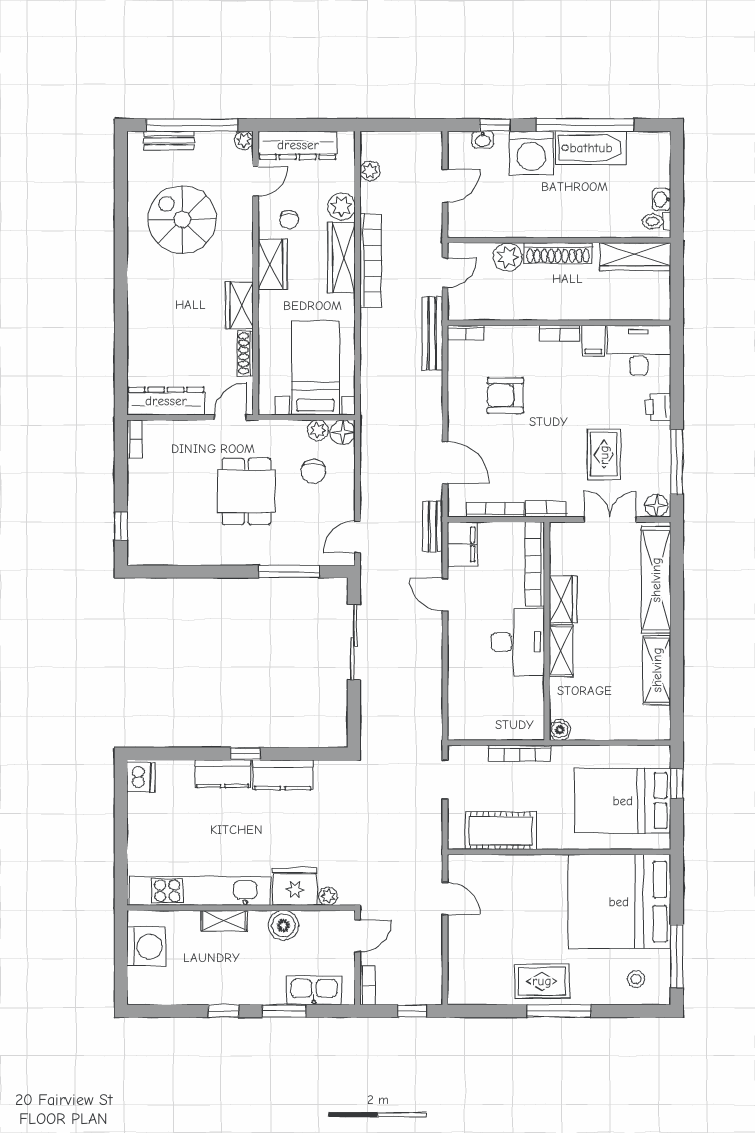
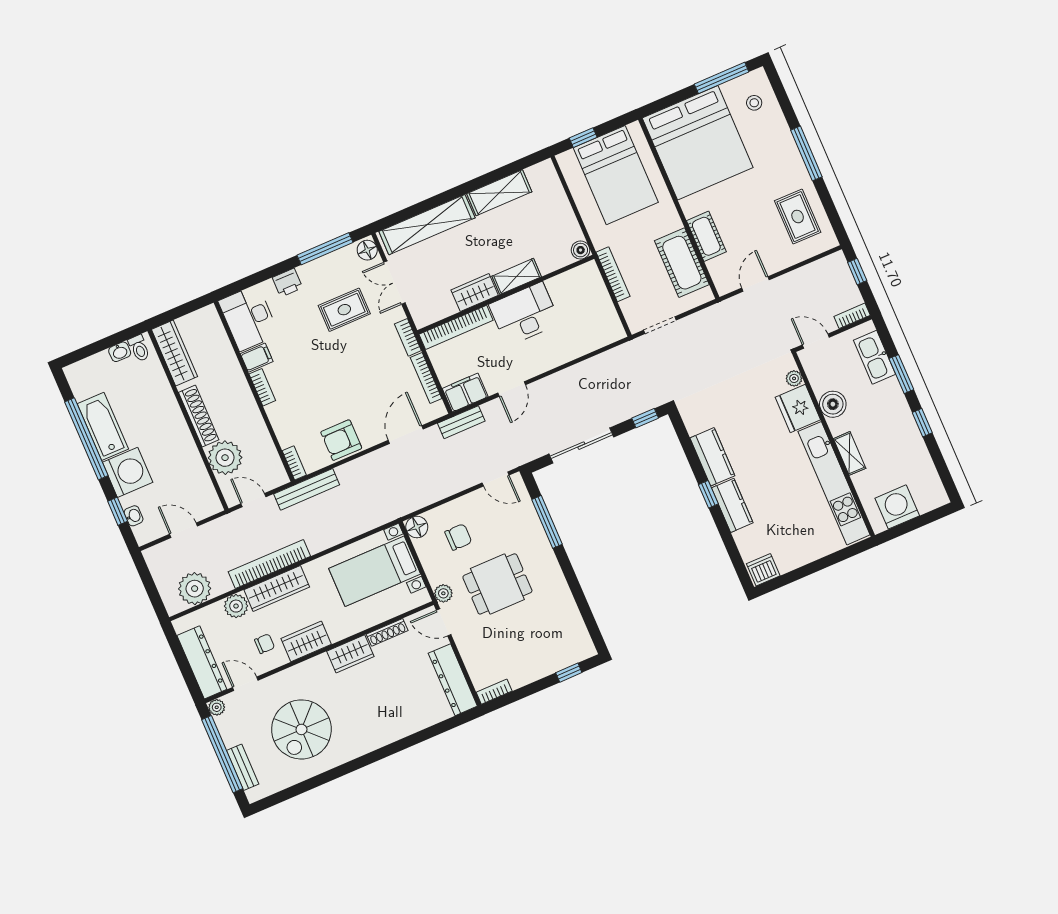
plant: (370, 171) -> (195, 589), width x1.88, depth x1.88
plant: (508, 257) -> (225, 458), width x1.36, depth x1.36
armchair: (505, 395) -> (341, 440), moved, turned 90
plant: (318, 430) -> (443, 593), moved
window: (354, 722) -> (645, 418), added
cot: (517, 868) -> (706, 236), added
rug: (542, 981) -> (798, 217), moved

